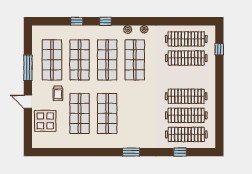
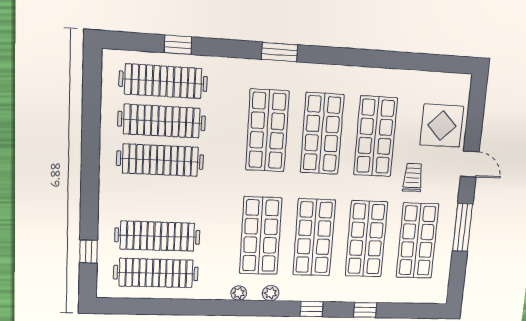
shop shelf: (135, 113) -> (267, 131), added

